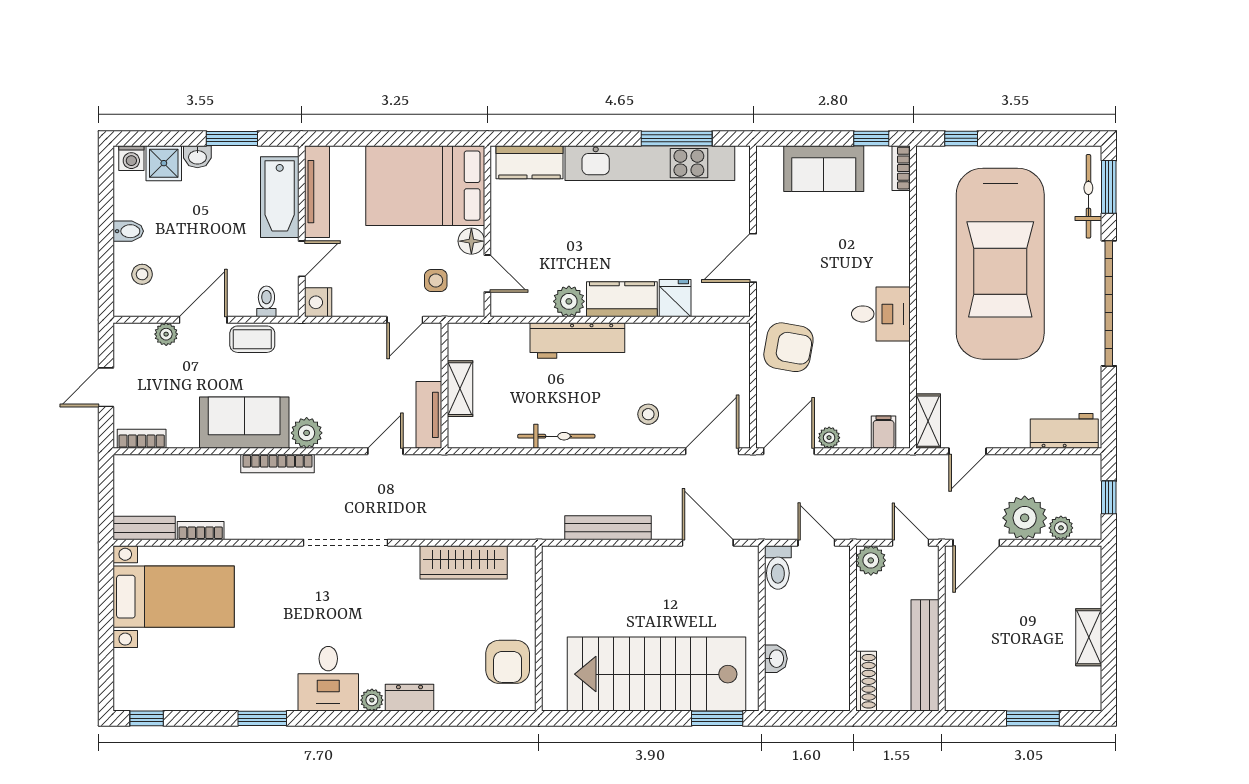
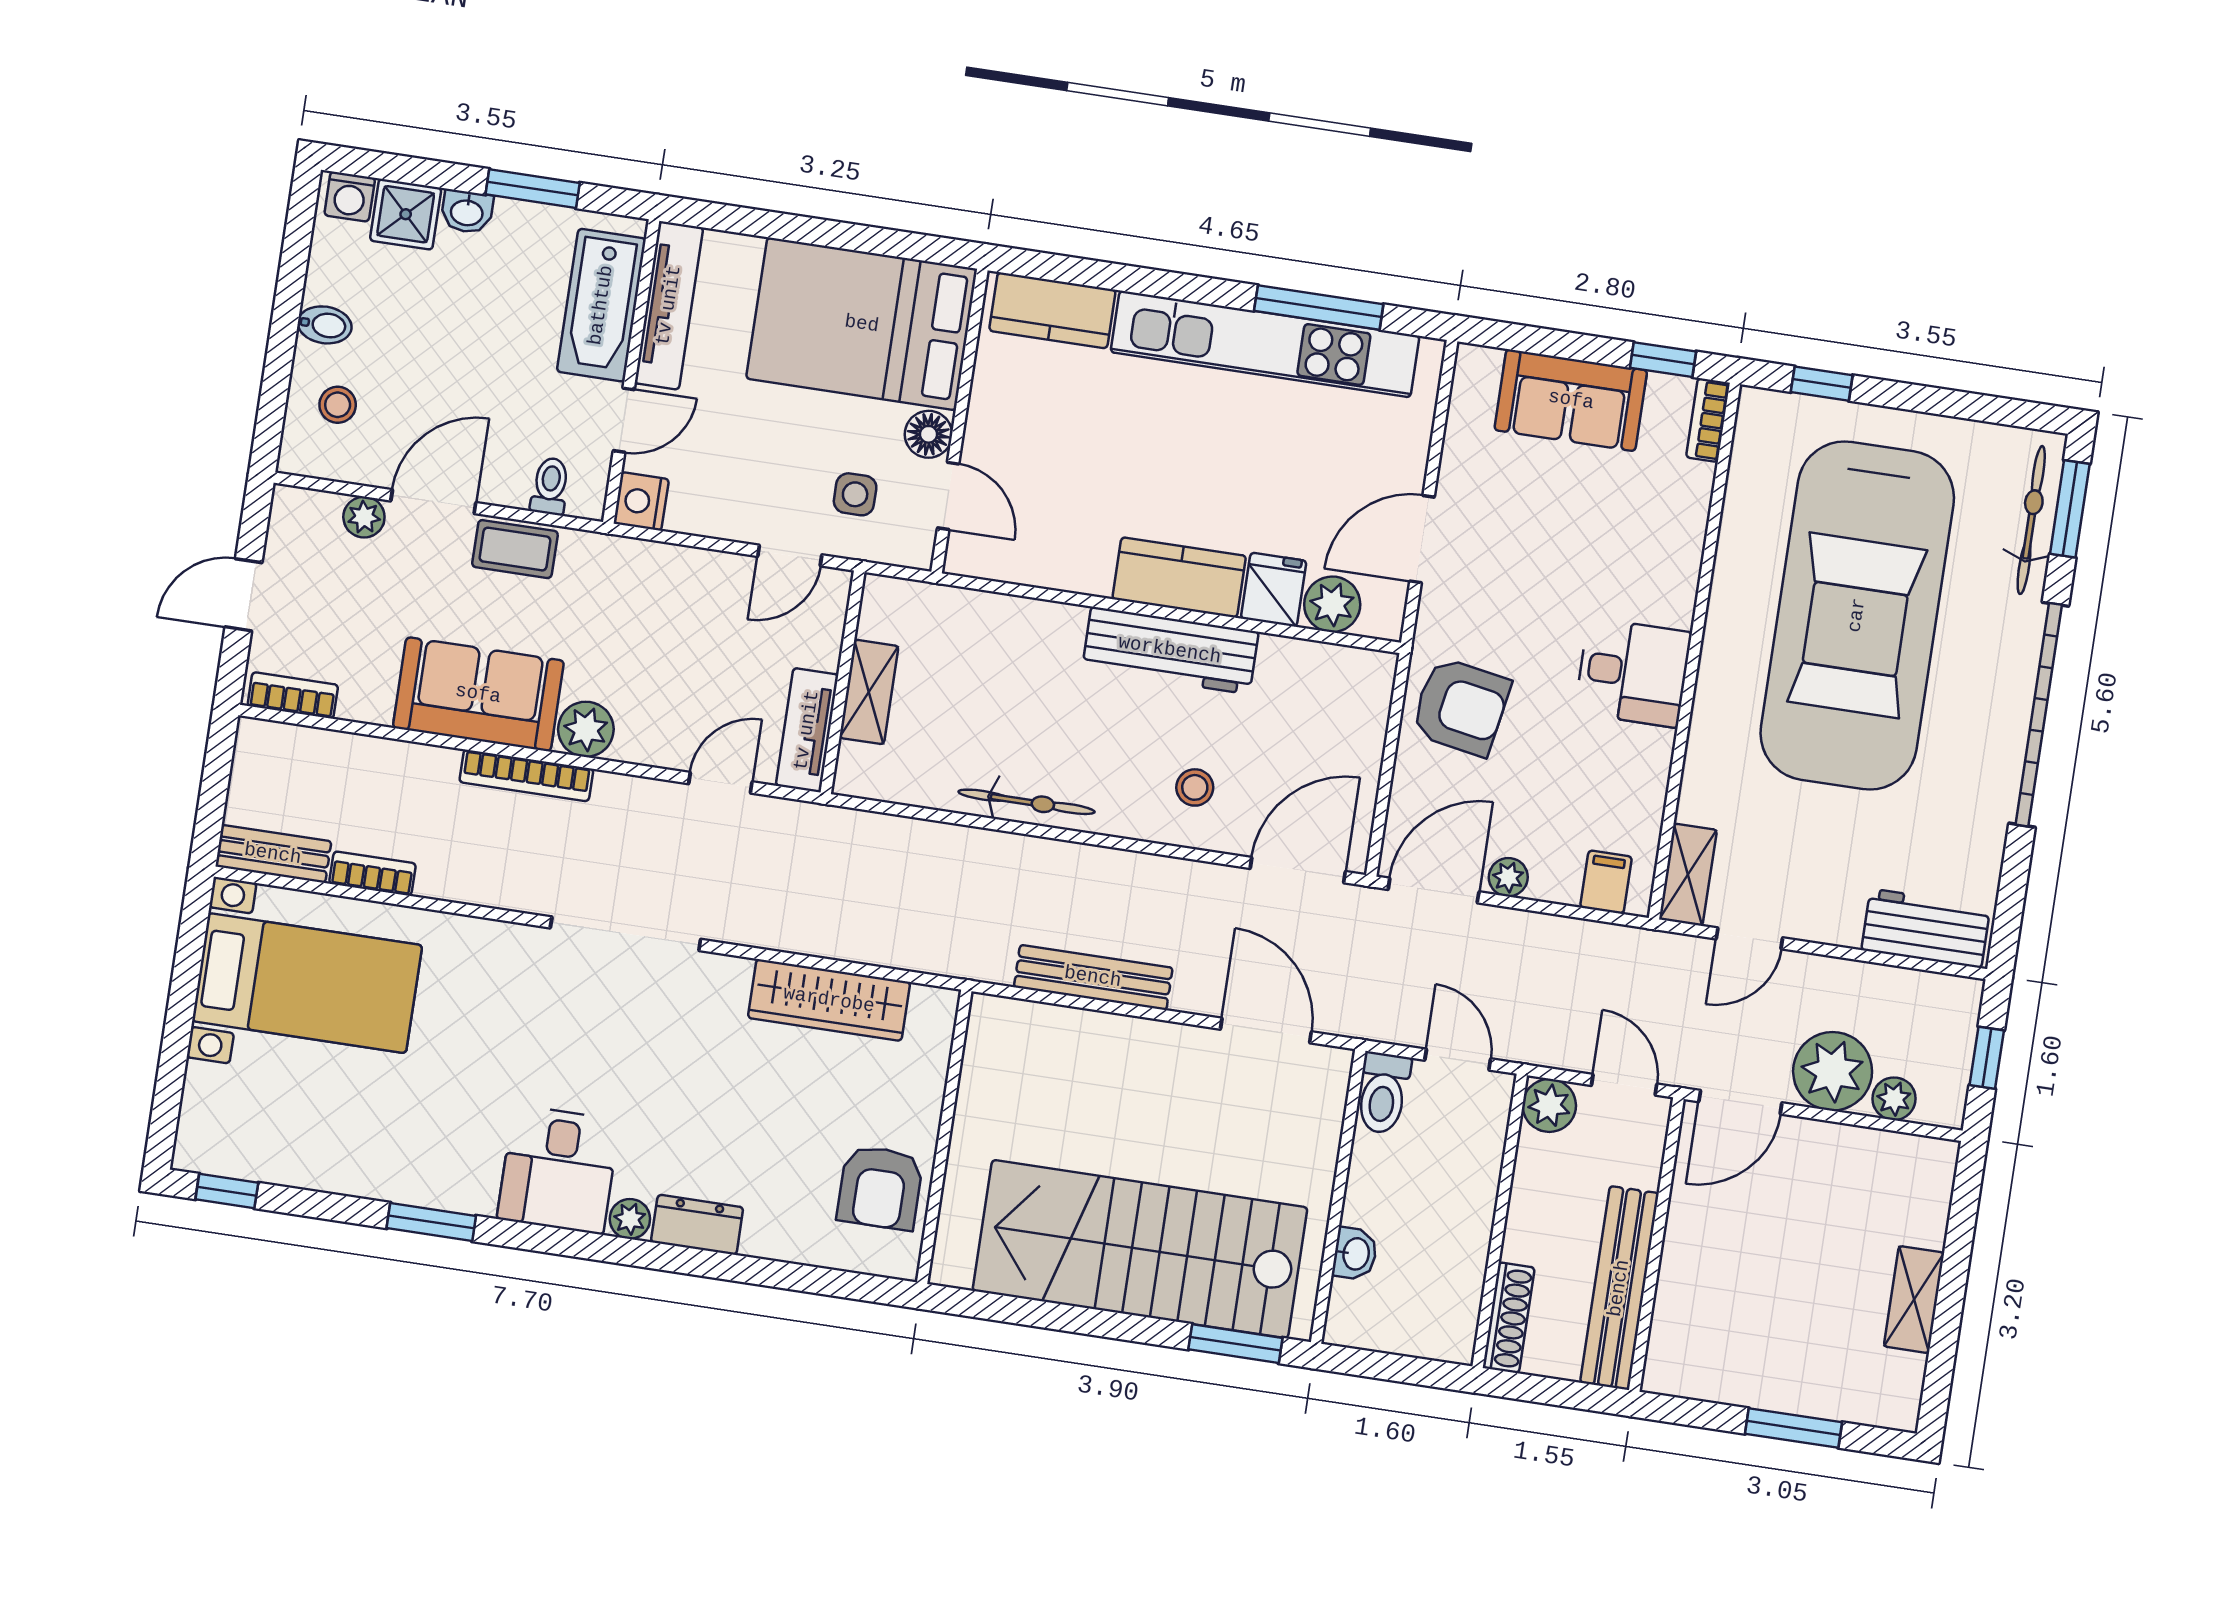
plant: (569, 301) -> (1332, 604), moved
workbench: (577, 340) -> (1170, 650), moved

